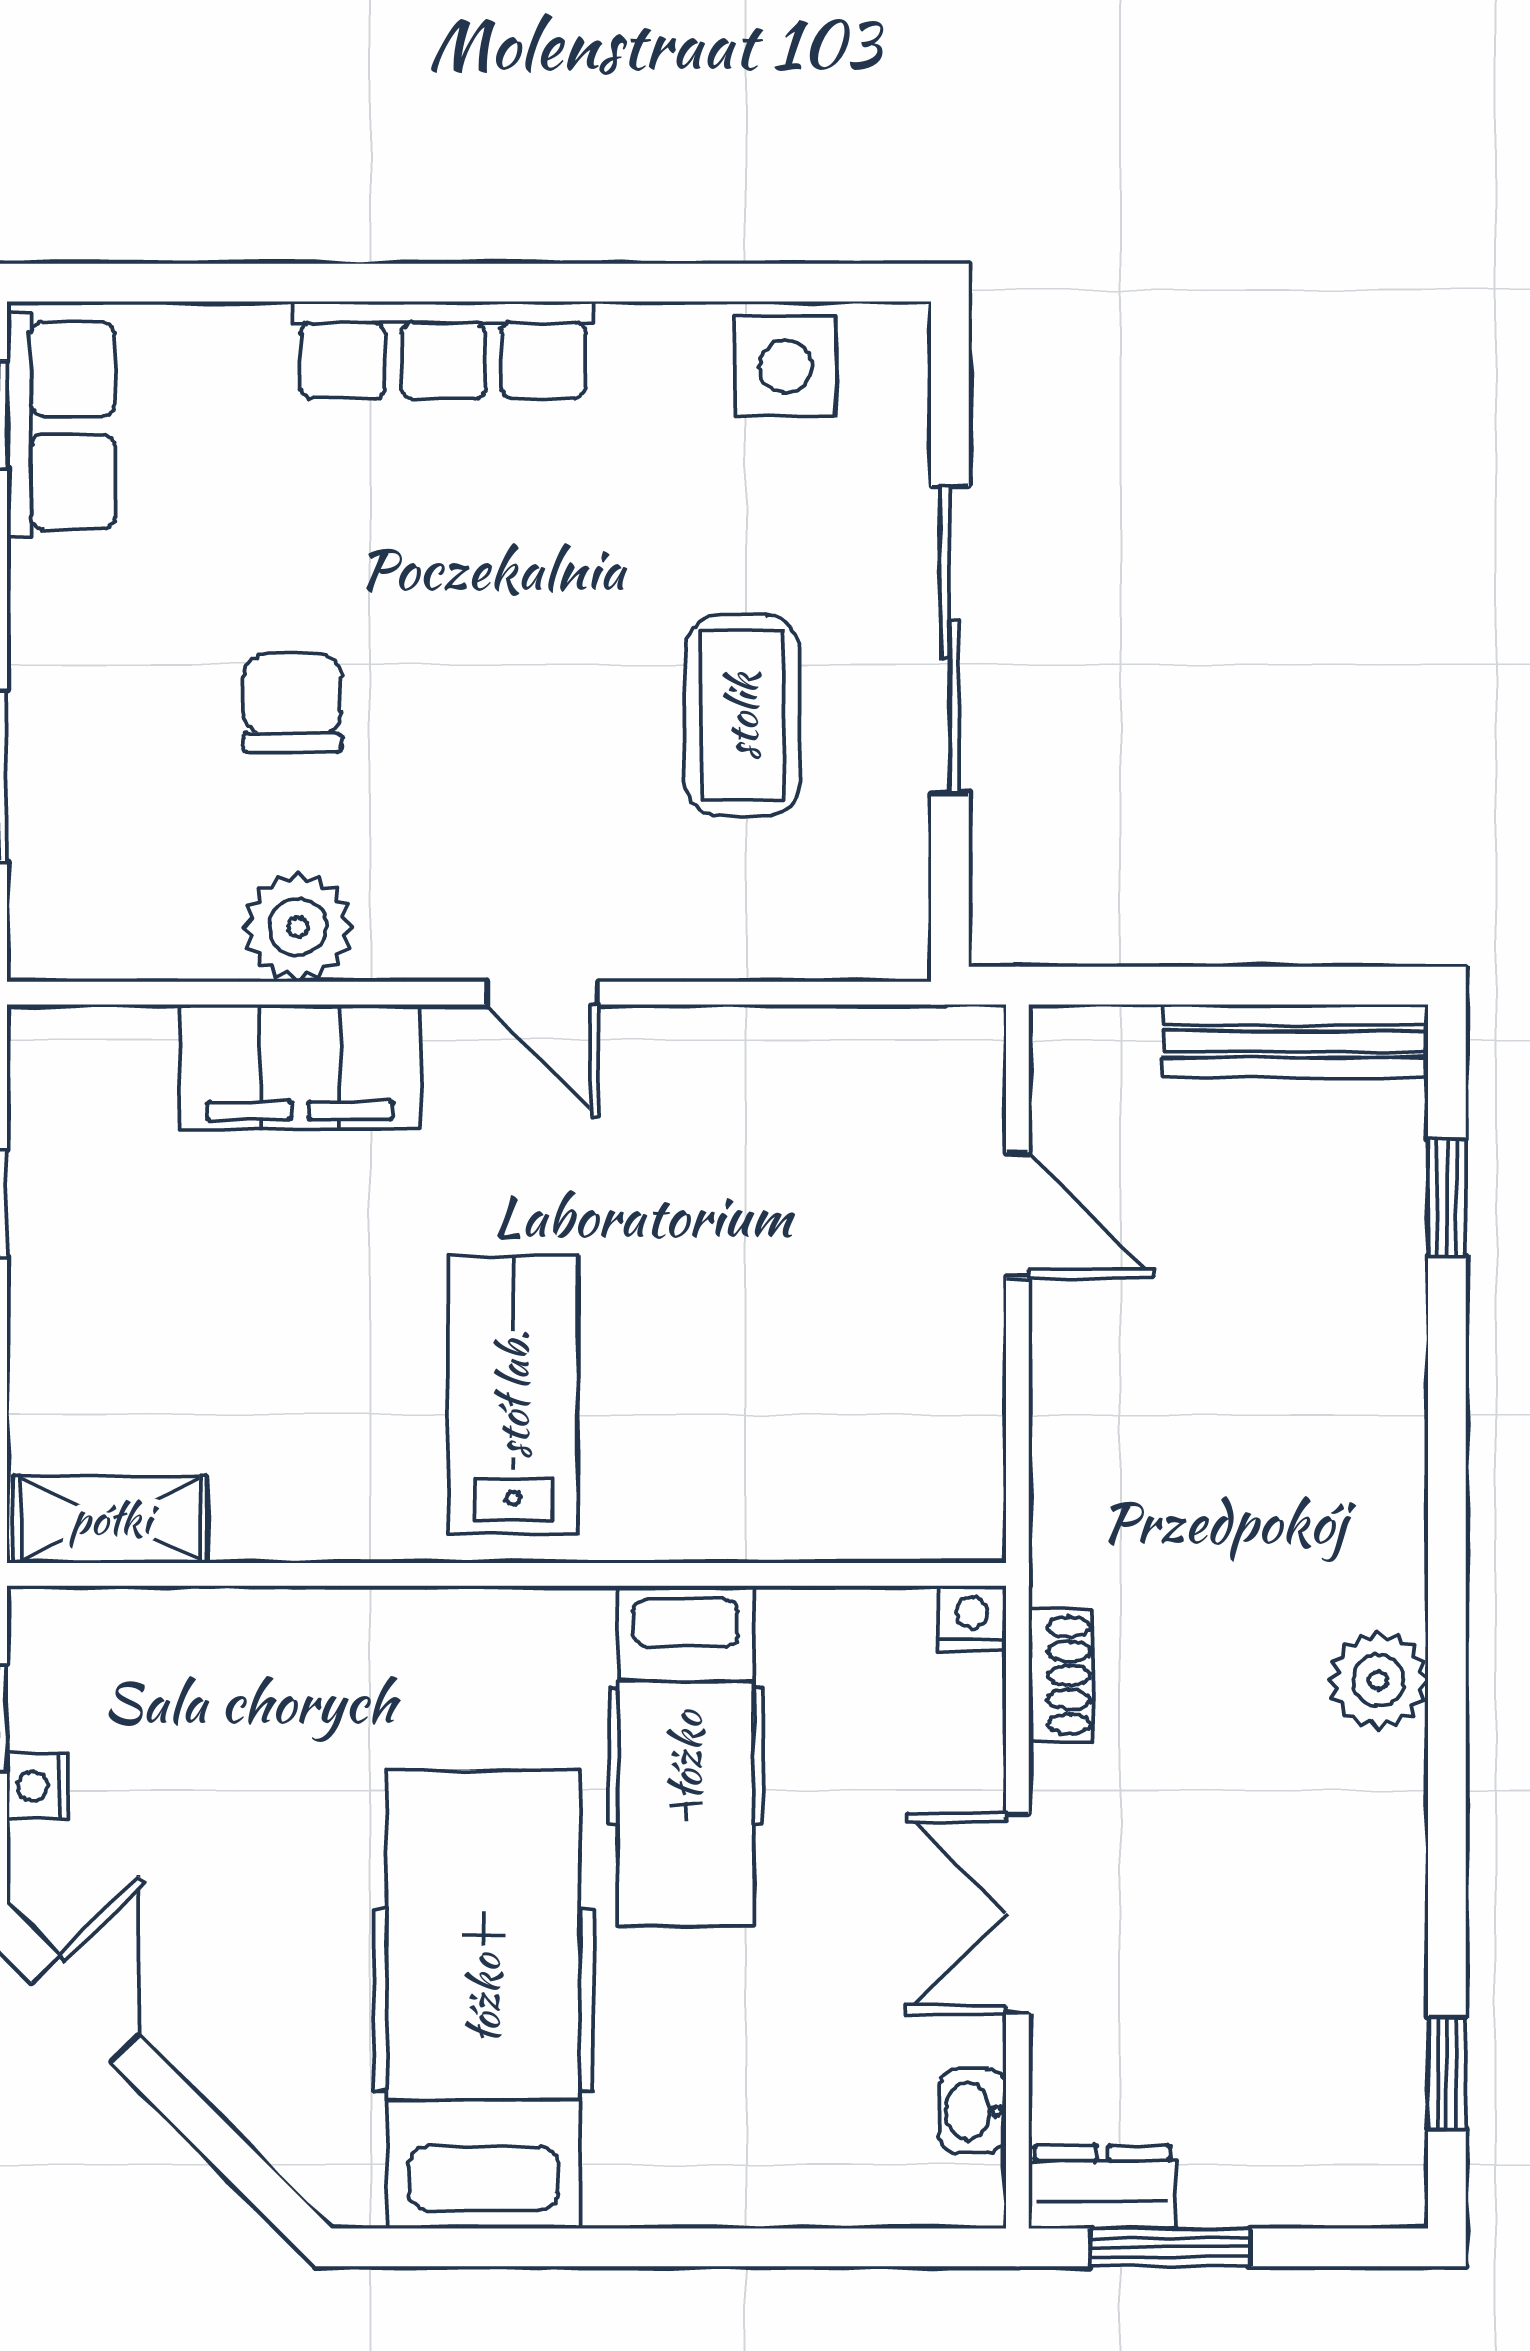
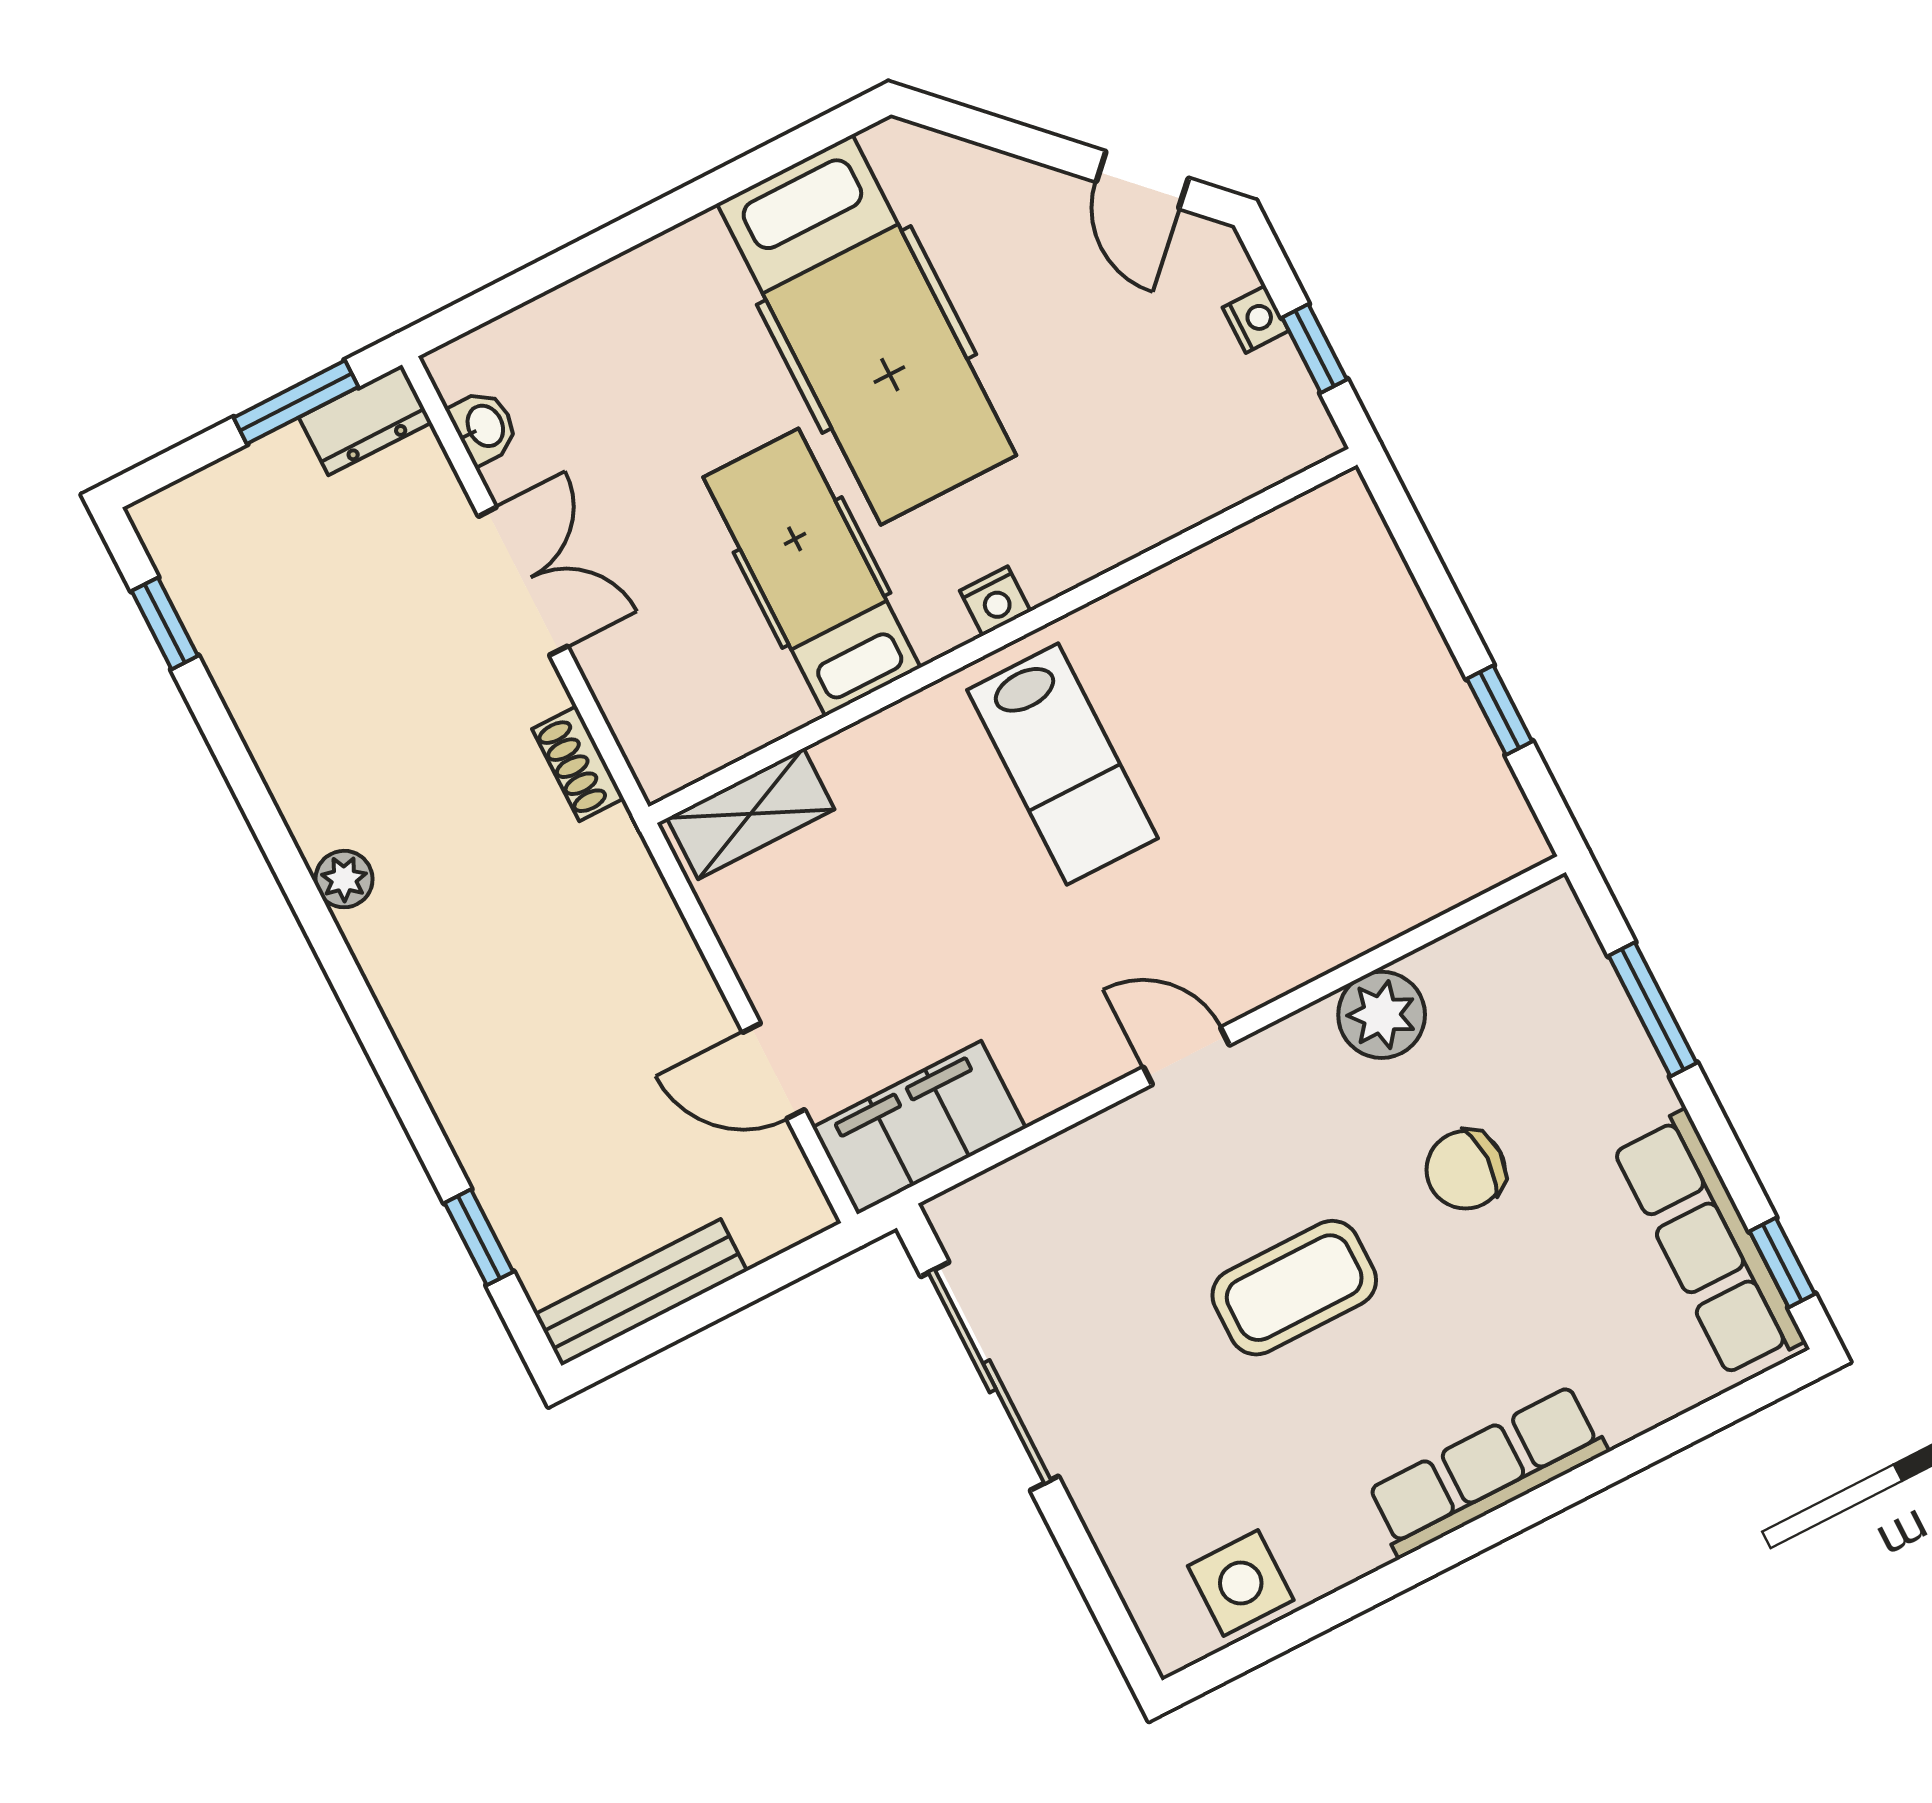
row of seats: (61, 425) -> (1708, 1244), width x1.48
sliding door: (950, 640) -> (990, 1376), moved
chair: (292, 703) -> (1466, 1170), turned 90
coffee table: (742, 716) -> (1294, 1288), moved, turned 90
filing cabinet: (300, 1067) -> (919, 1128), moved
shelving: (110, 1519) -> (751, 814), moved
nightstand: (972, 1618) -> (995, 601), moved
plant: (1378, 1681) -> (344, 879), width x0.73, depth x0.73

